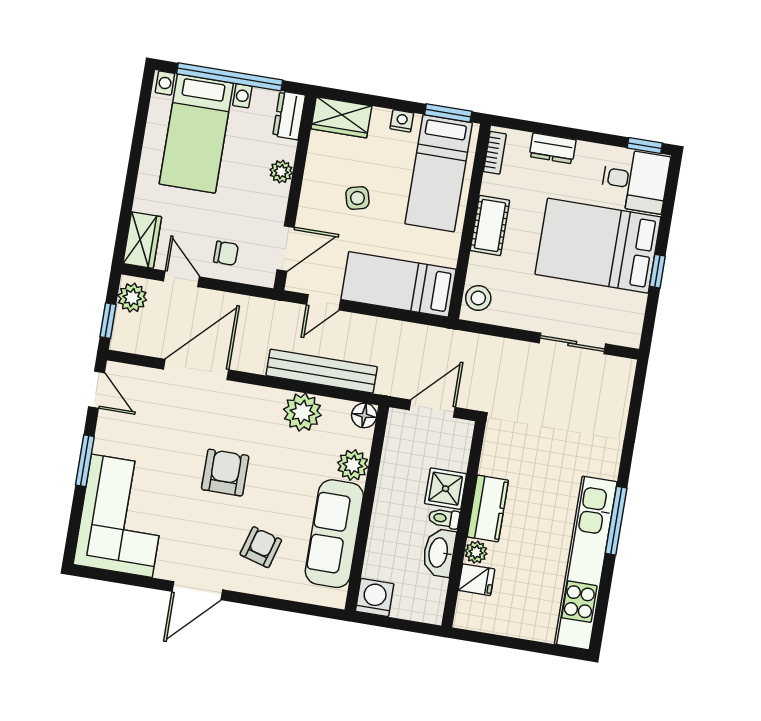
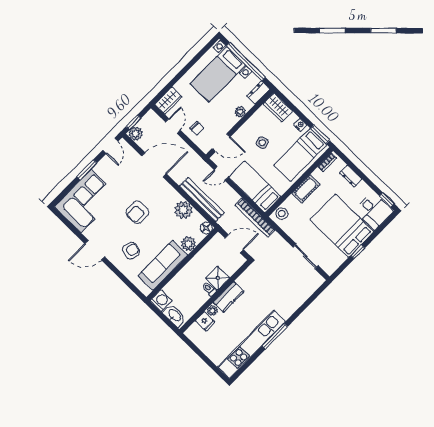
plant: (132, 298) -> (136, 134), moved
bookcase: (437, 338) -> (255, 218), added
armchair: (225, 473) -> (137, 212), turned 180
washbasin: (439, 553) -> (174, 315), moved, turned 90

